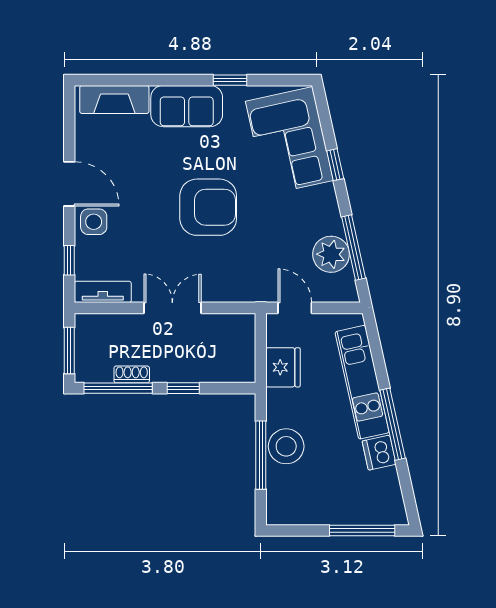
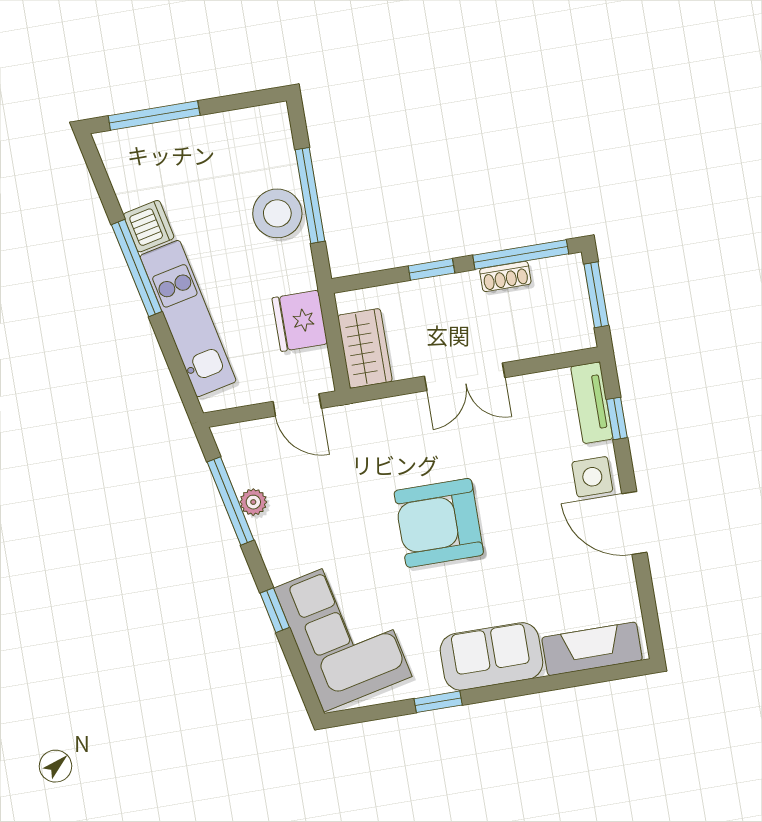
plant: (331, 254) -> (253, 502), width x0.53, depth x0.53
tv unit: (103, 292) -> (592, 403), moved, turned 90
wardrobe: (240, 340) -> (365, 348), added

